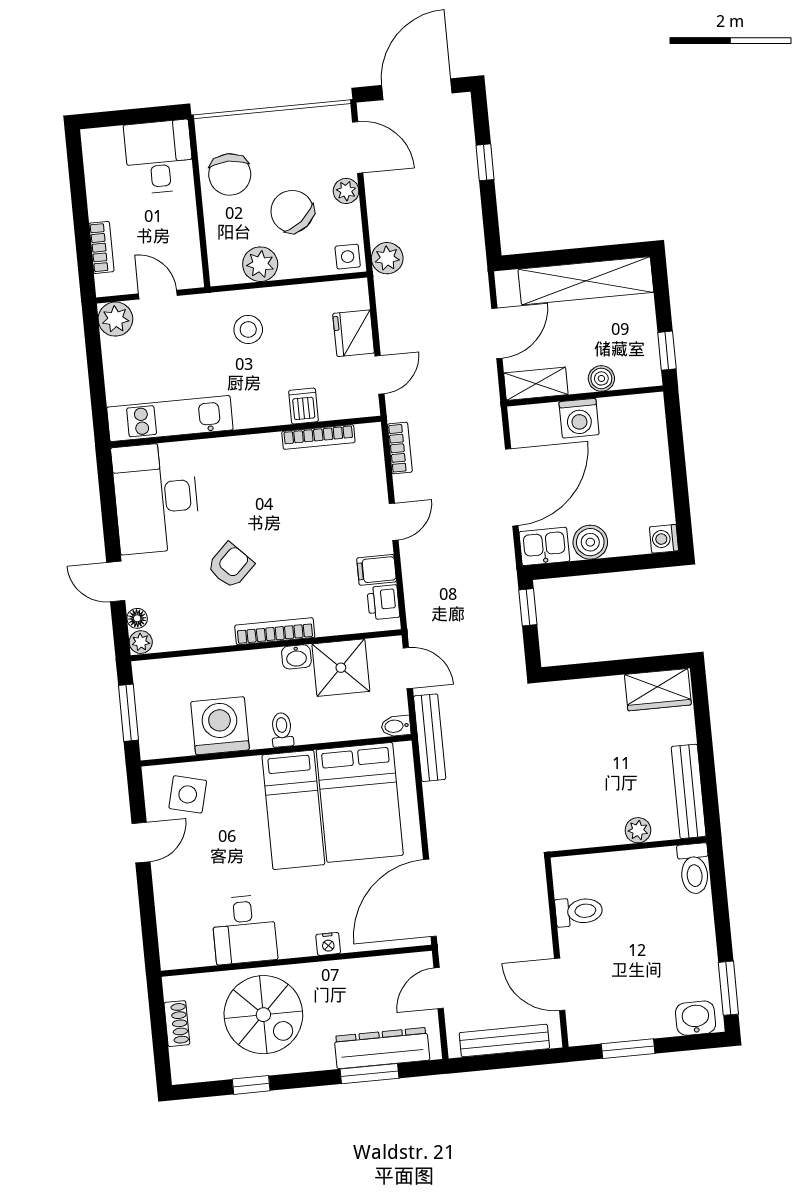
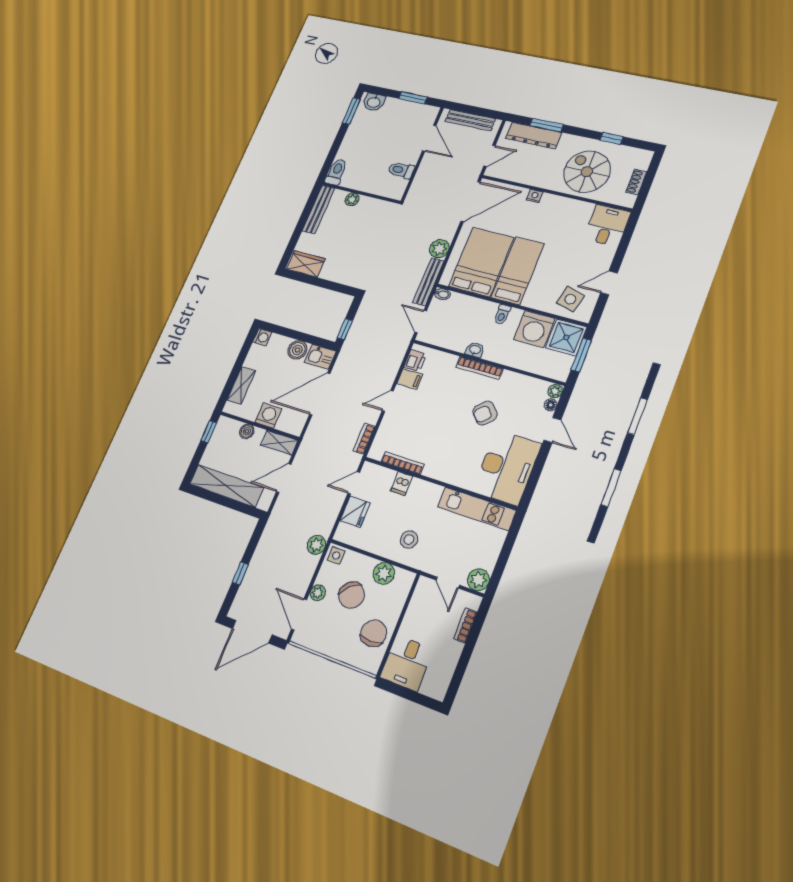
shelving: (654, 447) -> (241, 385), added
shower: (341, 668) -> (566, 337), moved
plant: (441, 799) -> (439, 249), added
desk: (244, 930) -> (607, 225), moved

